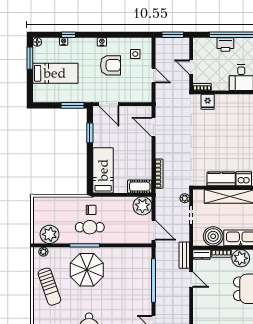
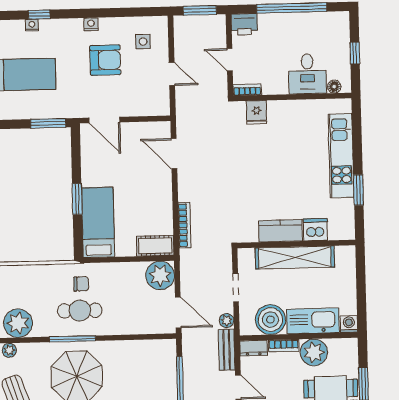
printer: (225, 45) -> (244, 24), moved
window: (90, 133) -> (77, 199), moved
plant: (185, 198) -> (227, 321), moved

